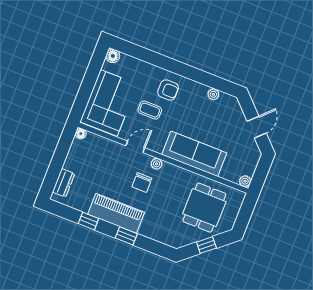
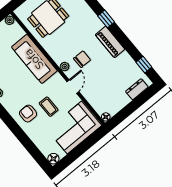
door: (135, 147) -> (73, 87), swing flipped
piano: (116, 213) -> (110, 42), width x0.73, depth x0.75
window: (88, 221) -> (144, 65), moved
window: (126, 236) -> (106, 19), moved

